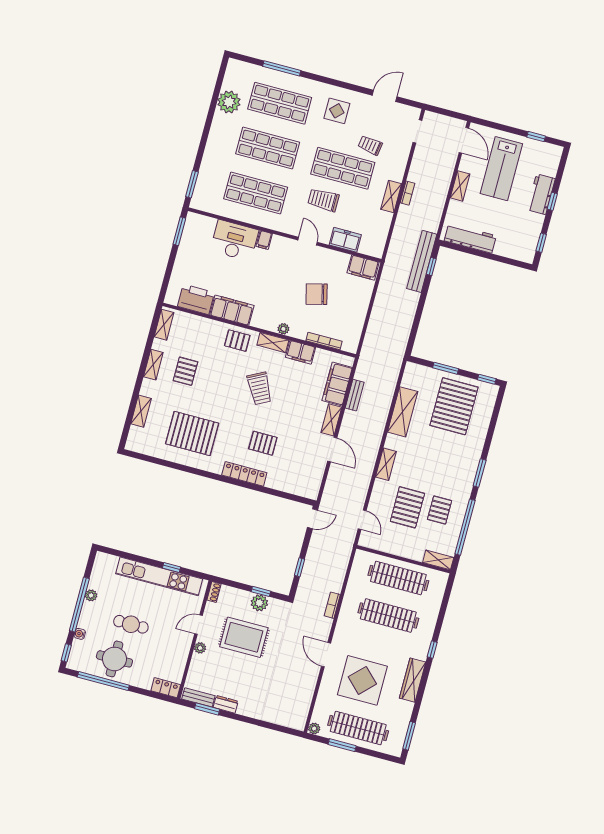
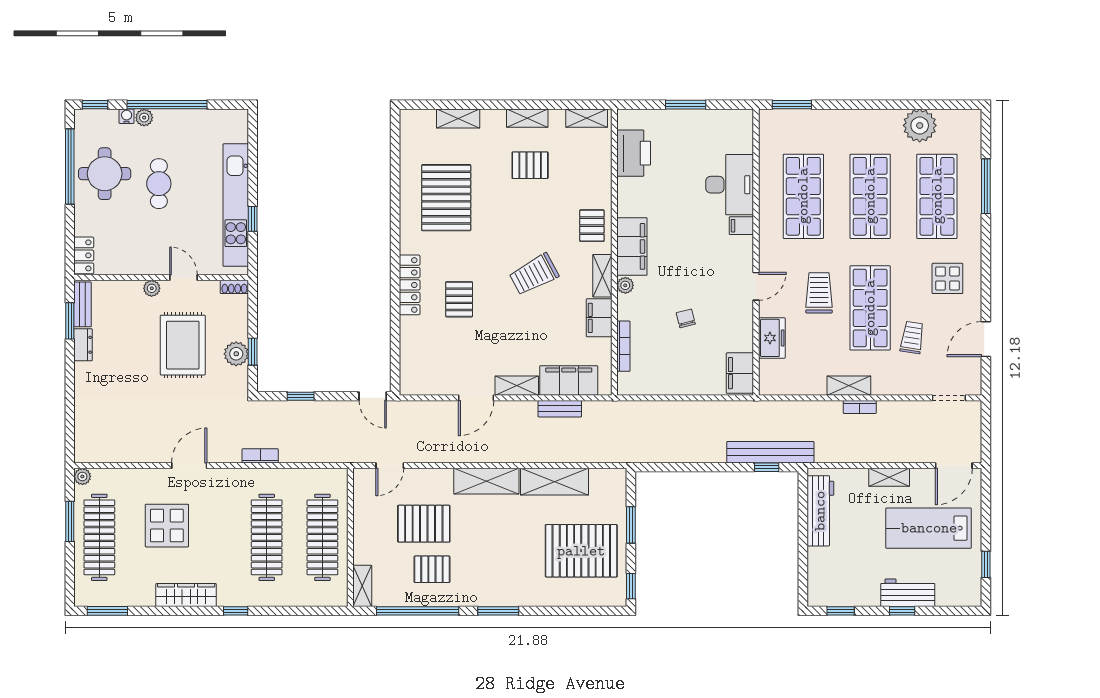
door: (385, 96) -> (986, 339), swing flipped
window: (179, 231) -> (686, 105), moved
chair: (317, 294) -> (686, 318), width x0.54, depth x0.54
filing cabinet: (232, 310) -> (632, 246), moved
shelving: (386, 464) -> (486, 481), width x1.50, depth x1.33
plant: (91, 595) -> (144, 118), moved
display table: (362, 680) -> (167, 526), width x0.73, depth x0.73

